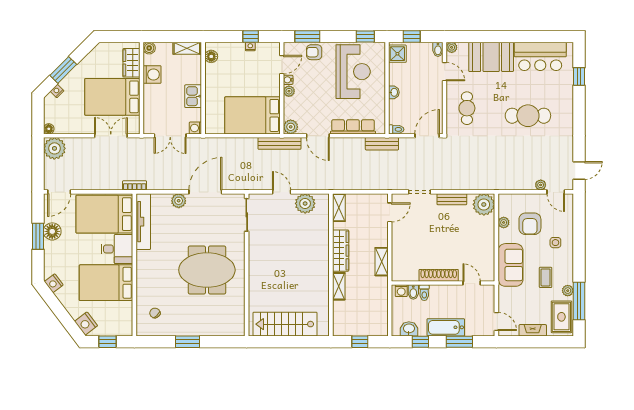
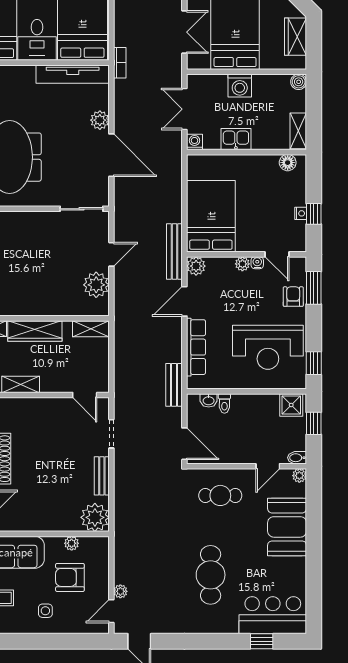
bar counter: (540, 56) -> (273, 615), moved, turned 90
wardrobe: (131, 63) -> (296, 37), moved, turned -90
washing machine: (152, 74) -> (240, 86), moved
washbasin: (394, 92) -> (209, 400), moved
toilet: (396, 129) -> (224, 403), moved

